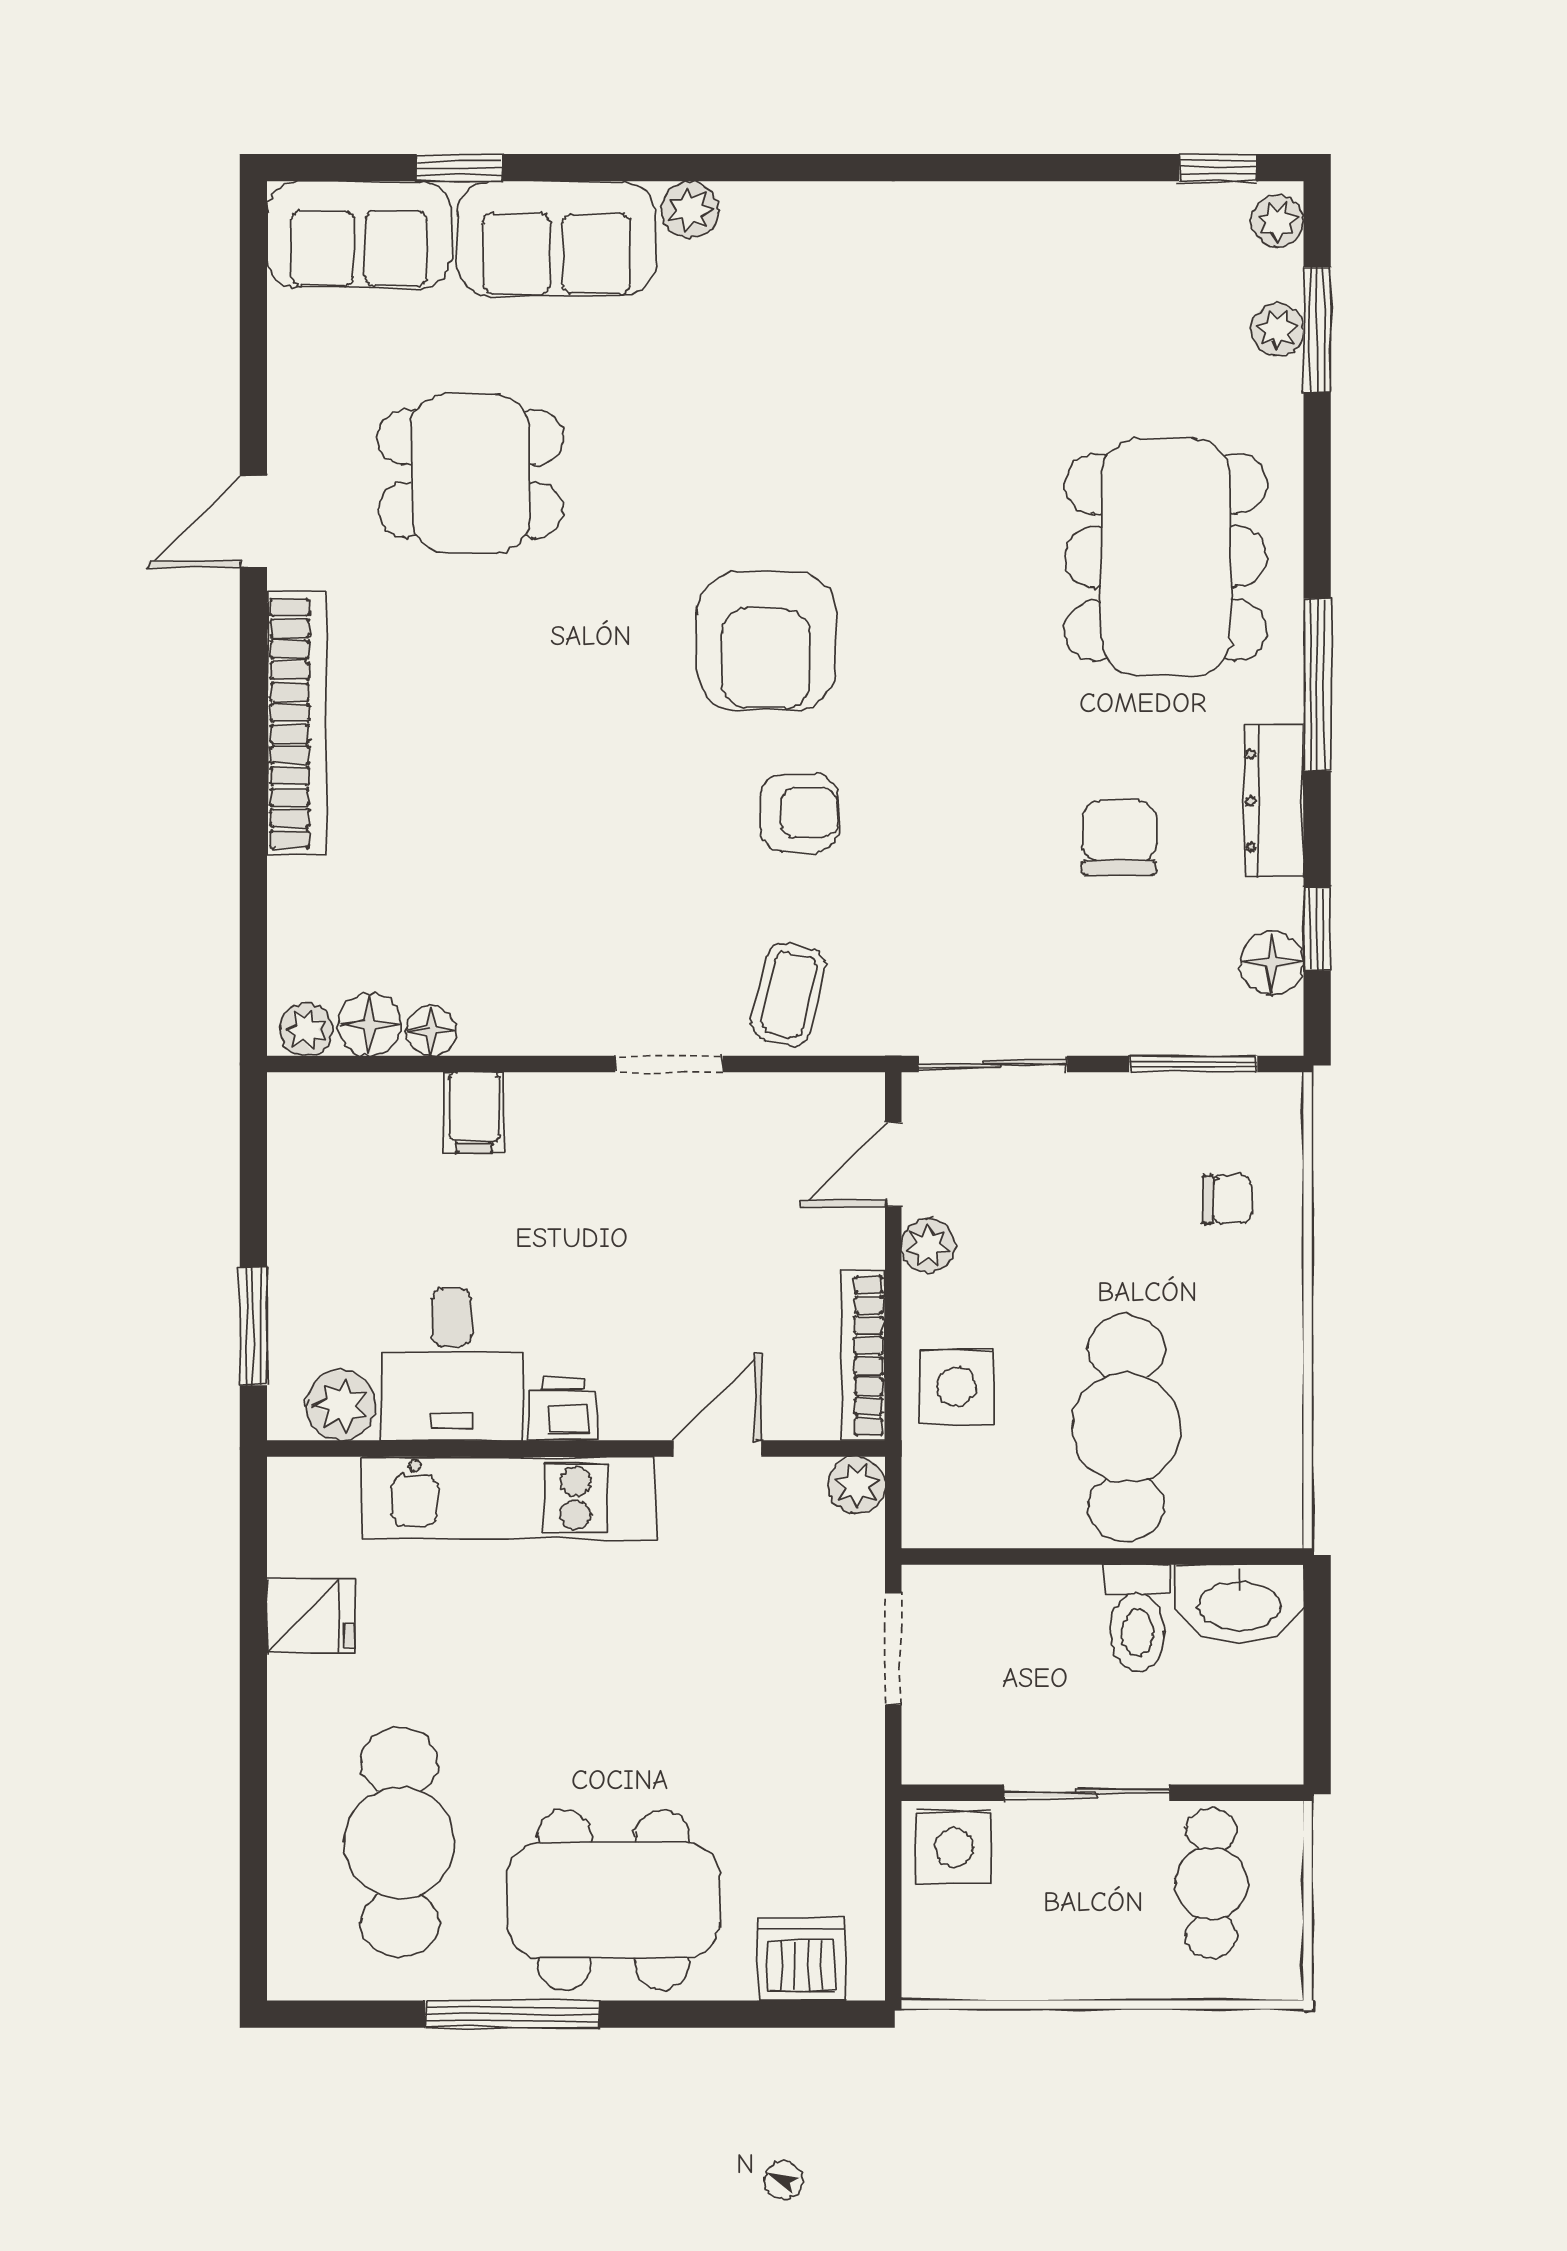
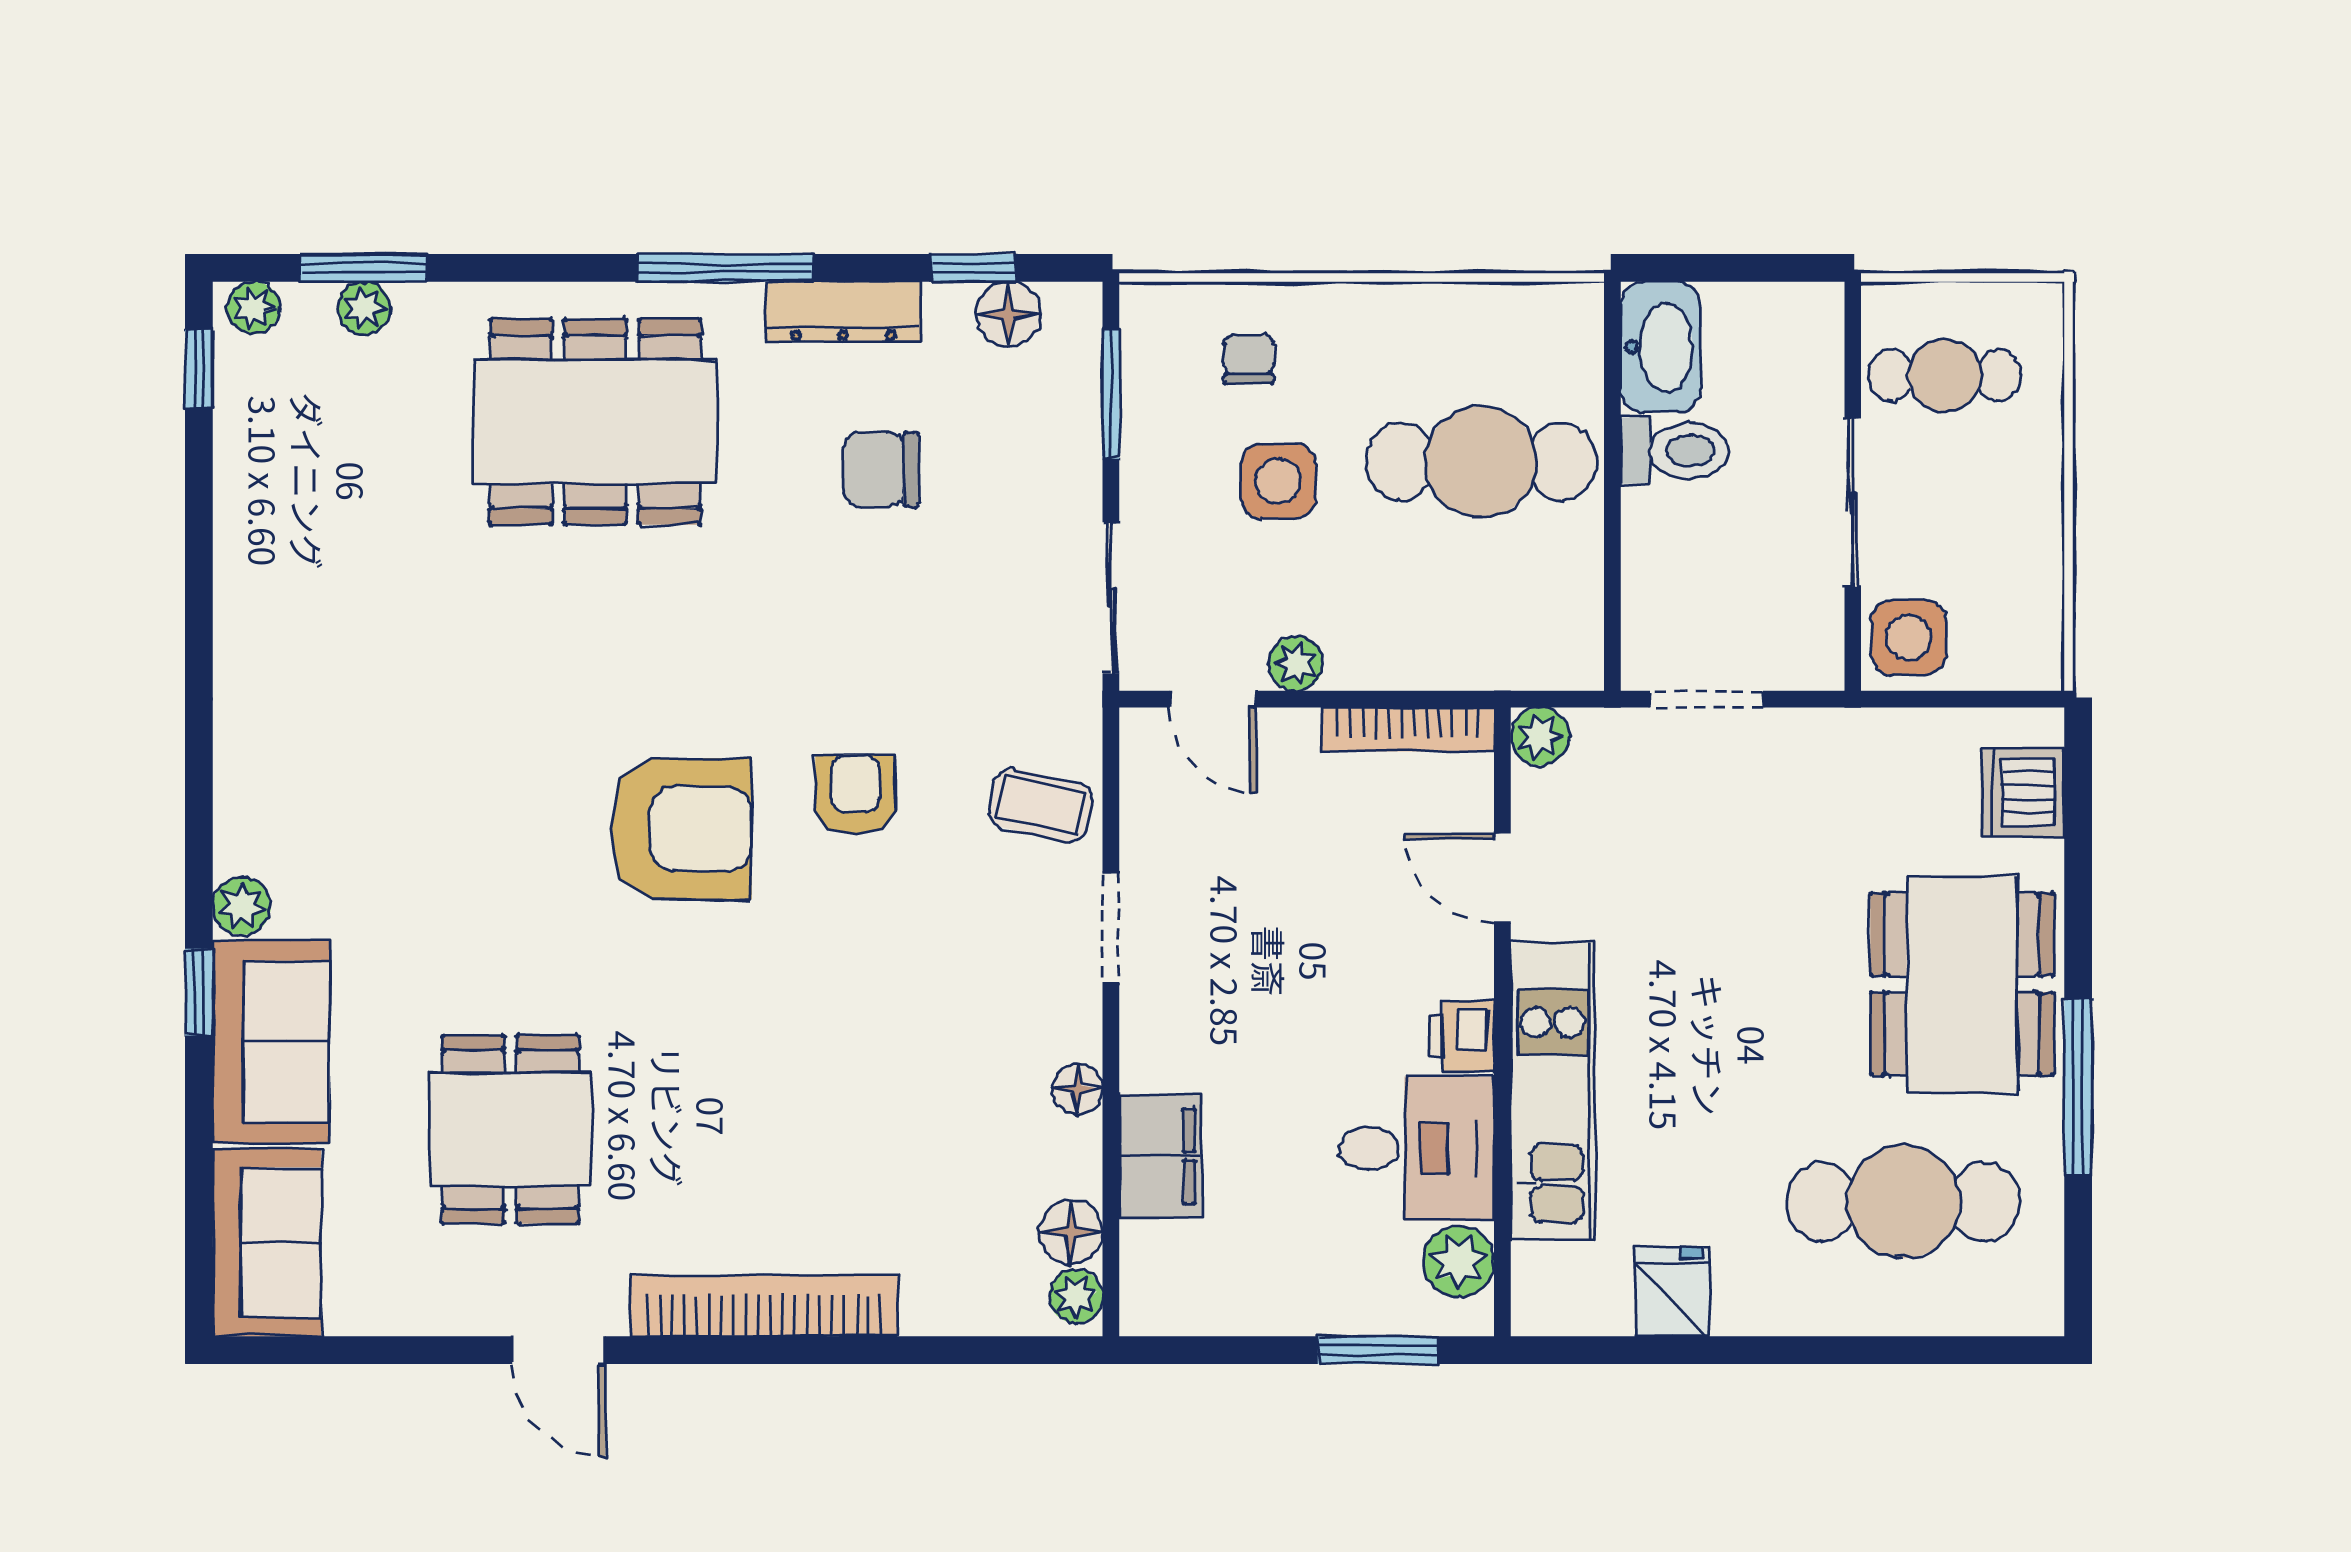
window: (459, 168) -> (199, 992), moved
floor lamp: (431, 1031) -> (1077, 1089), moved
filing cabinet: (474, 1112) -> (1160, 1156), width x2.00
side table: (956, 1387) -> (1278, 481), moved

